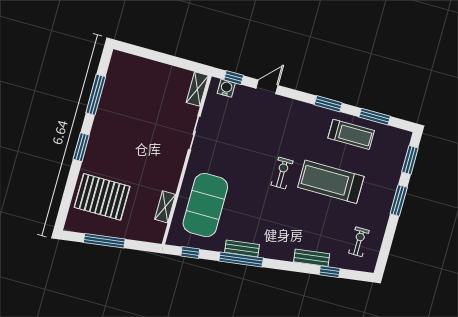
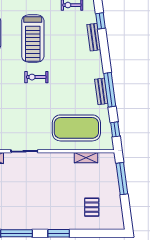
pallet: (102, 197) -> (92, 207), width x0.49, depth x0.50
window: (104, 241) -> (122, 179), moved

